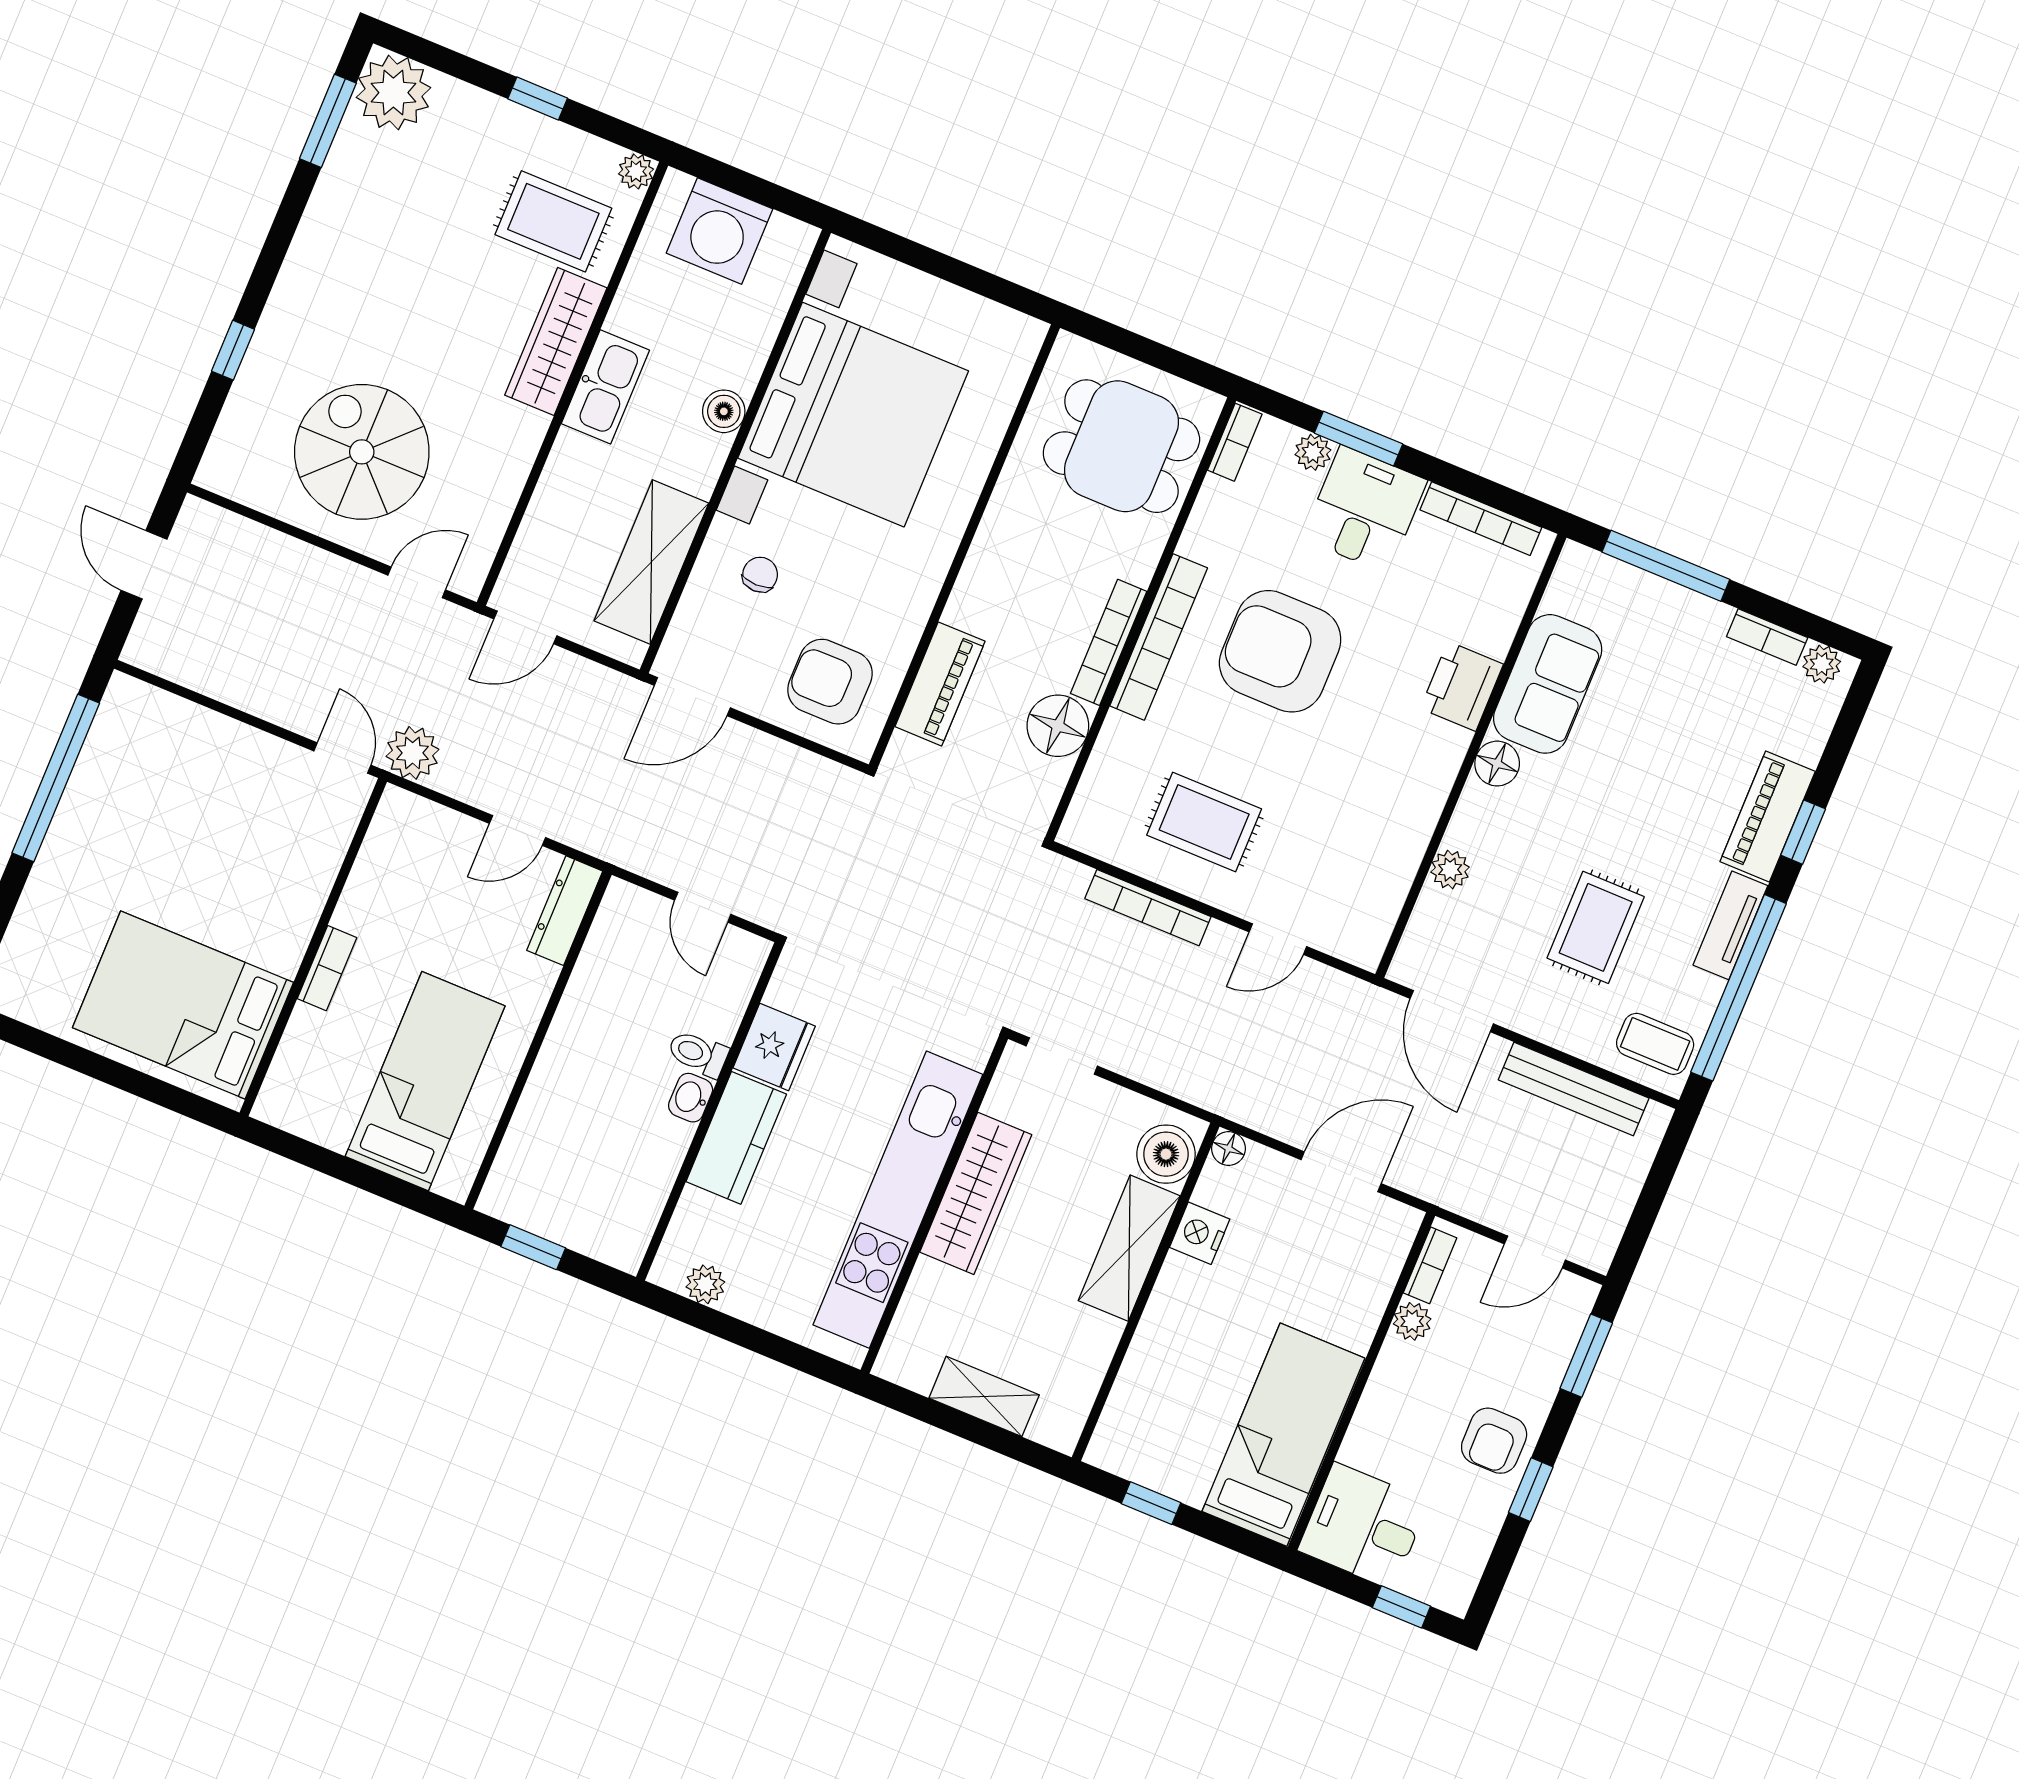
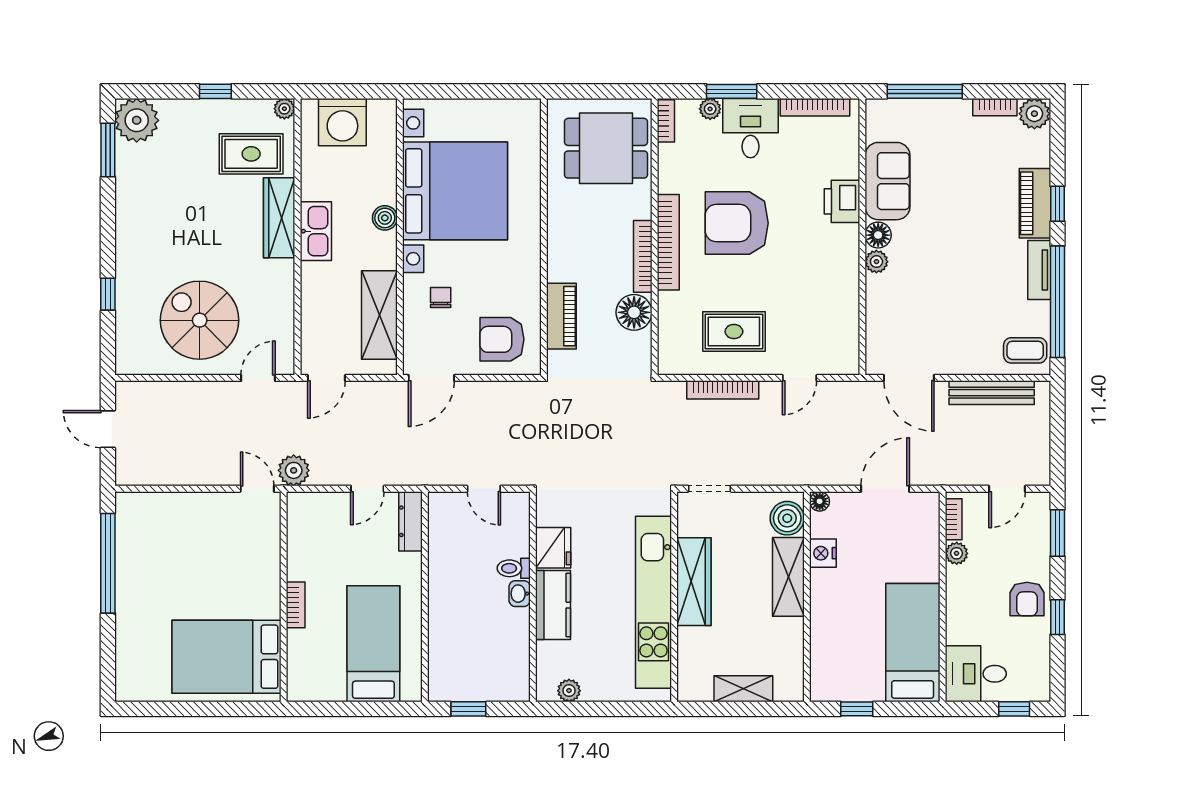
plant: (1822, 664) -> (1034, 114), width x1.38, depth x1.38
plant: (1450, 870) -> (876, 262), moved
rug: (1596, 927) -> (967, 301), removed

